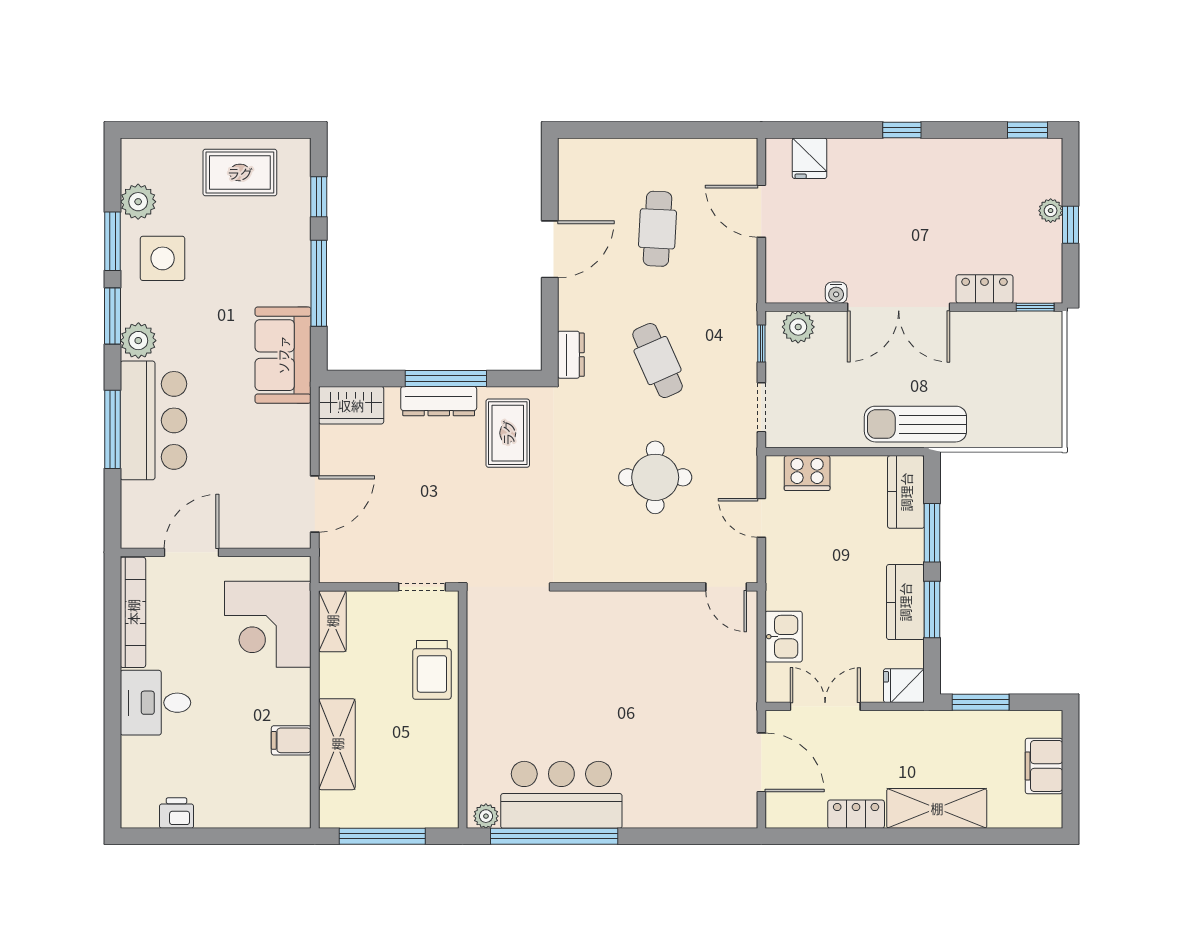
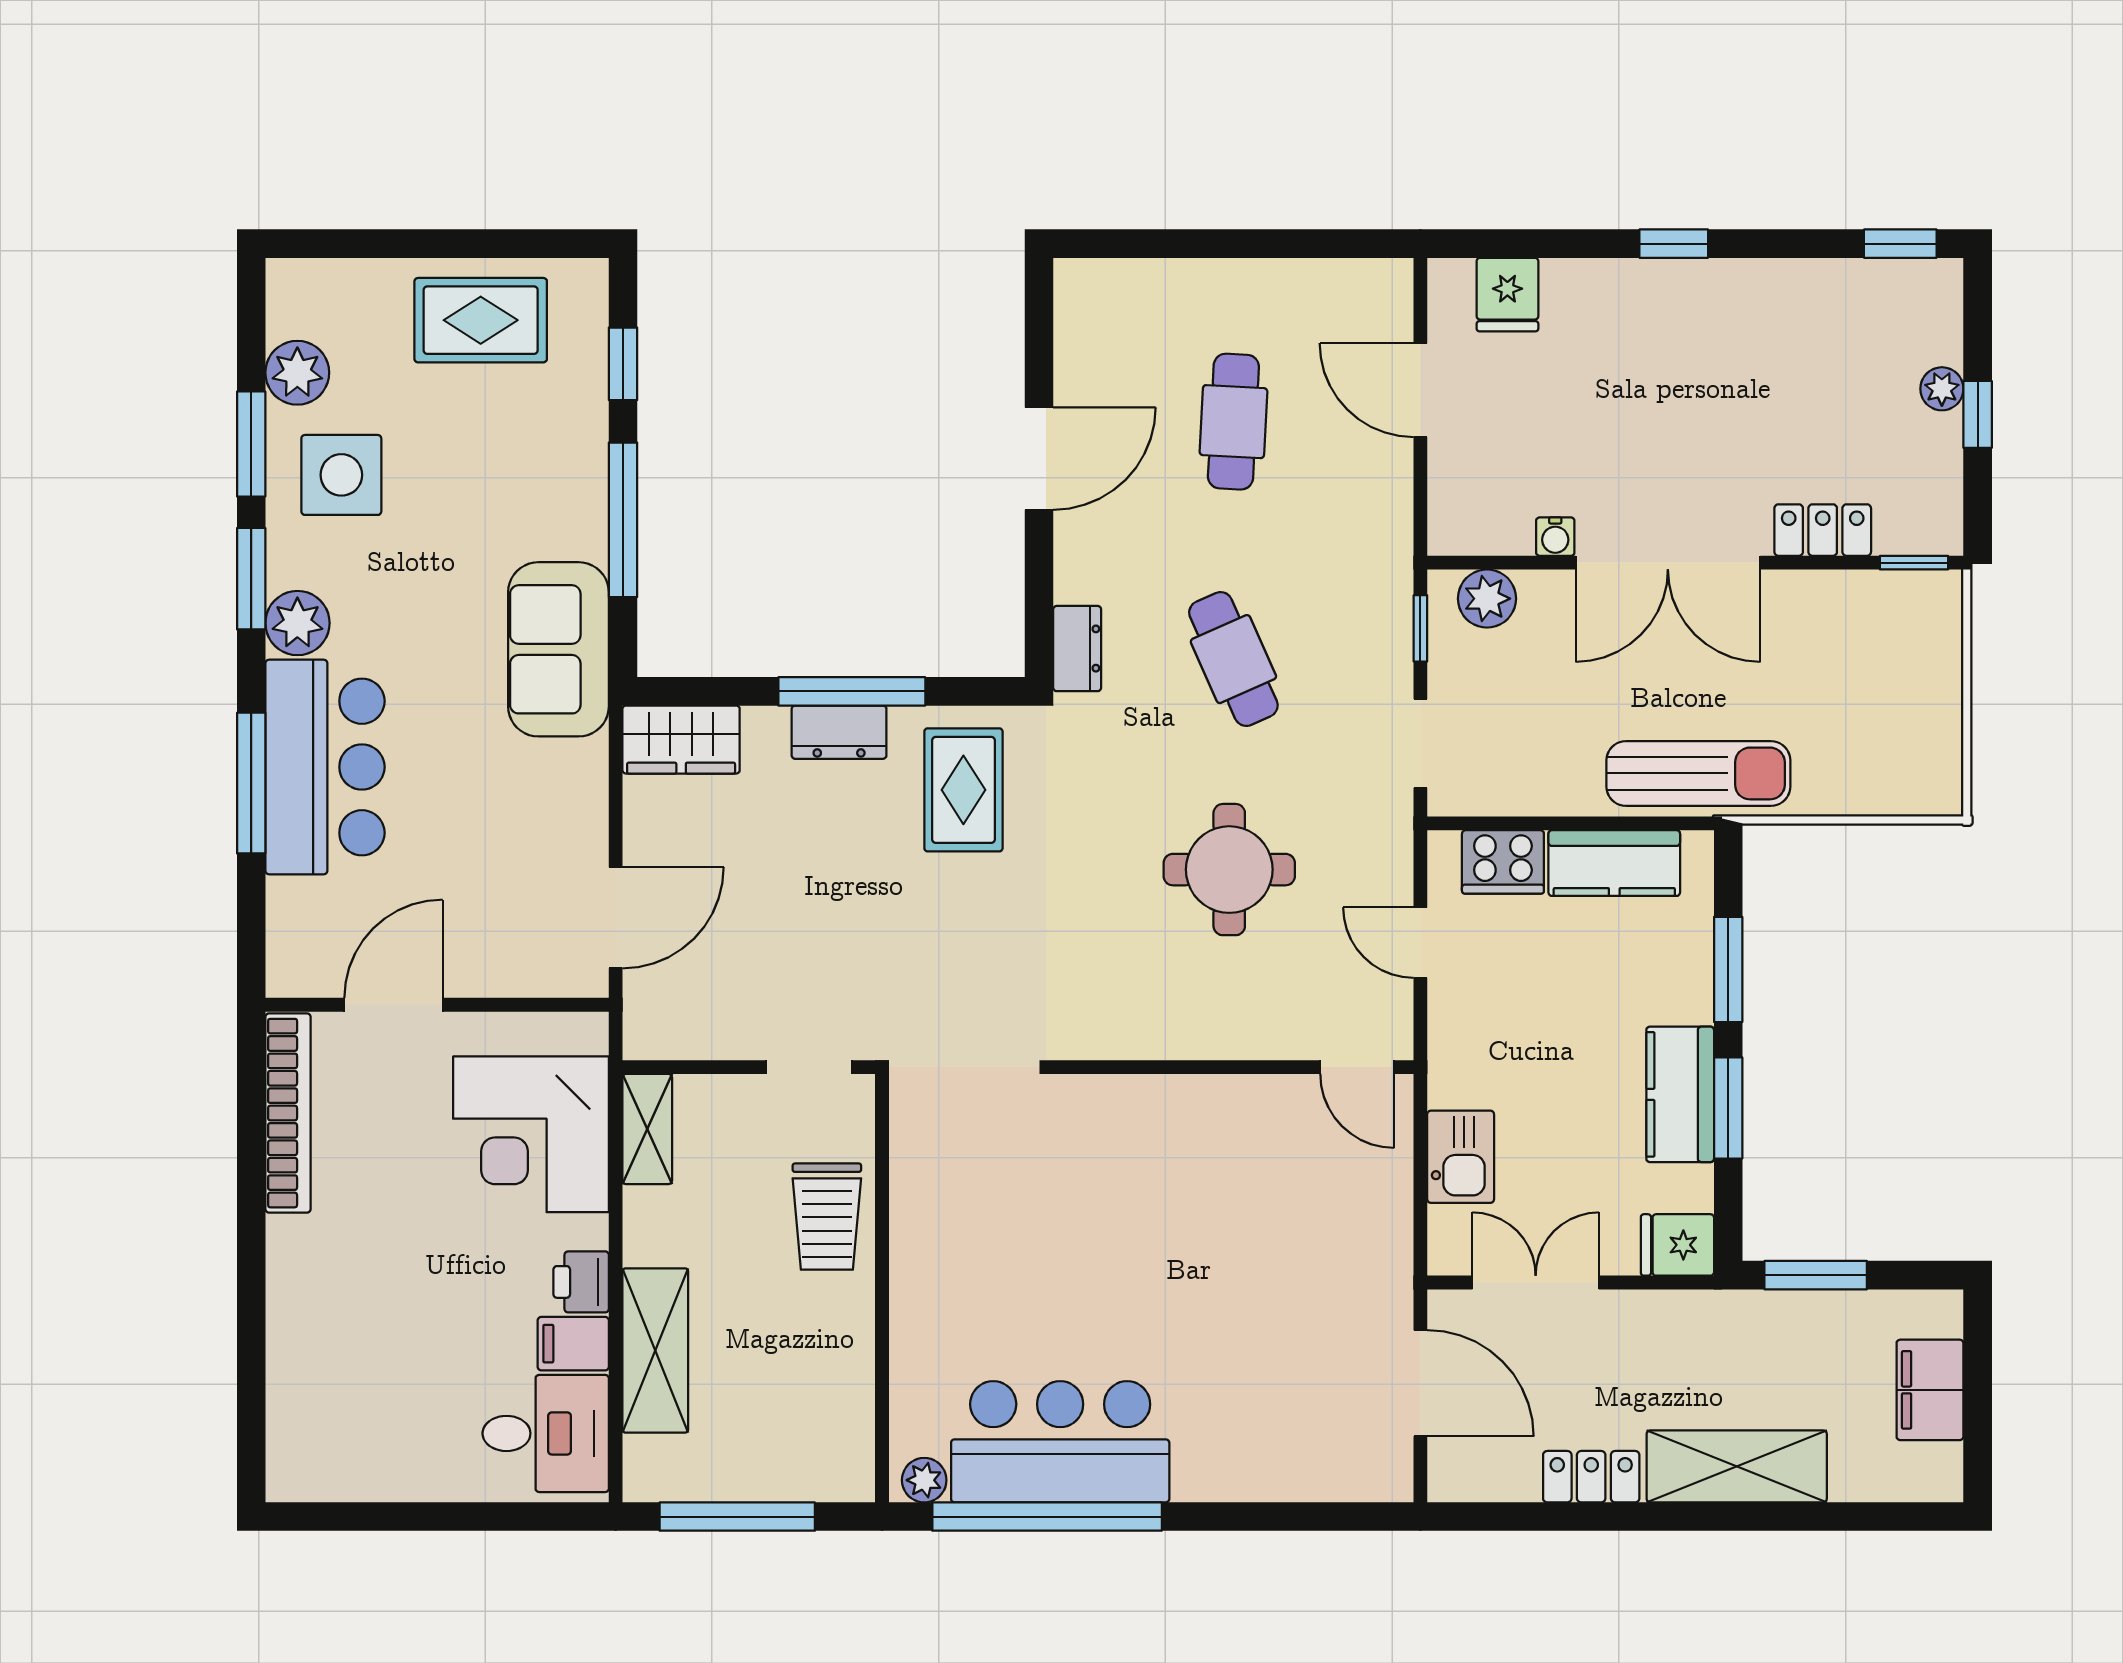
dresser: (439, 401) -> (839, 732), width x0.70
sun lounger: (915, 424) -> (1698, 773), turned 180
kitchen counter: (906, 492) -> (1614, 863), moved, turned -90
desk: (155, 703) -> (546, 1433), moved, turned 180
printer: (177, 813) -> (581, 1282), moved, turned -90

